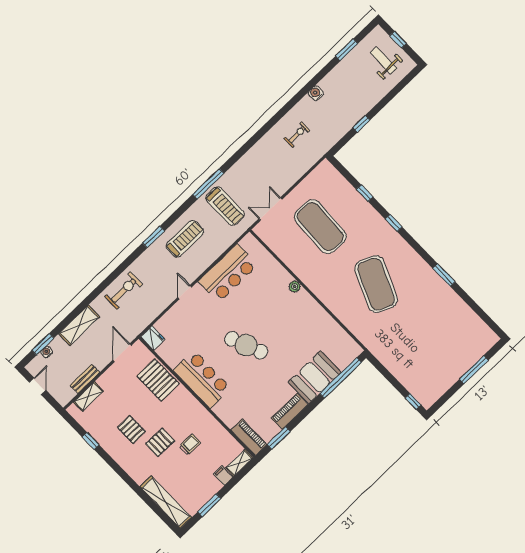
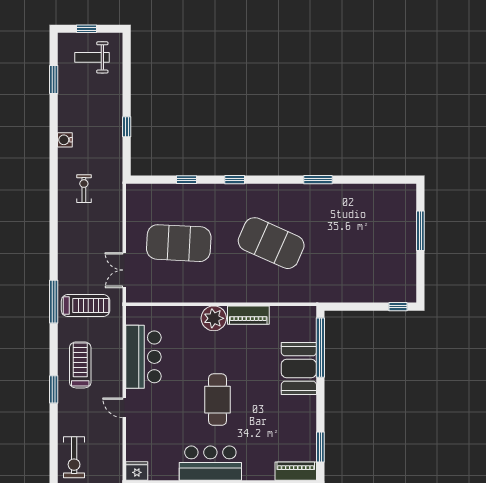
plant: (295, 287) -> (214, 318), width x1.87, depth x1.87
exercise bike: (124, 291) -> (74, 457), turned 180
cafe table: (246, 345) -> (218, 400), turned -68
piano: (290, 411) -> (248, 315), moved, turned -90

